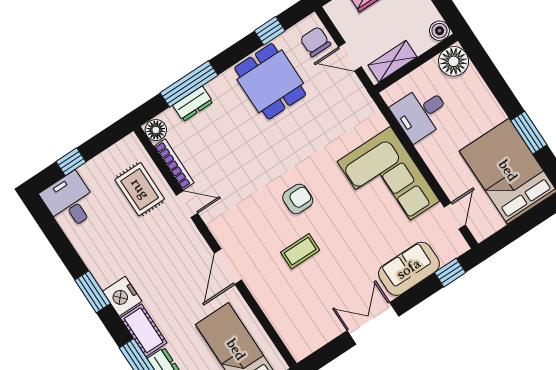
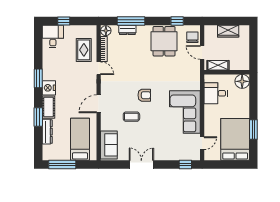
boiler: (439, 31) -> (245, 65), removed
sofa: (409, 269) -> (109, 145), moved, turned 90

